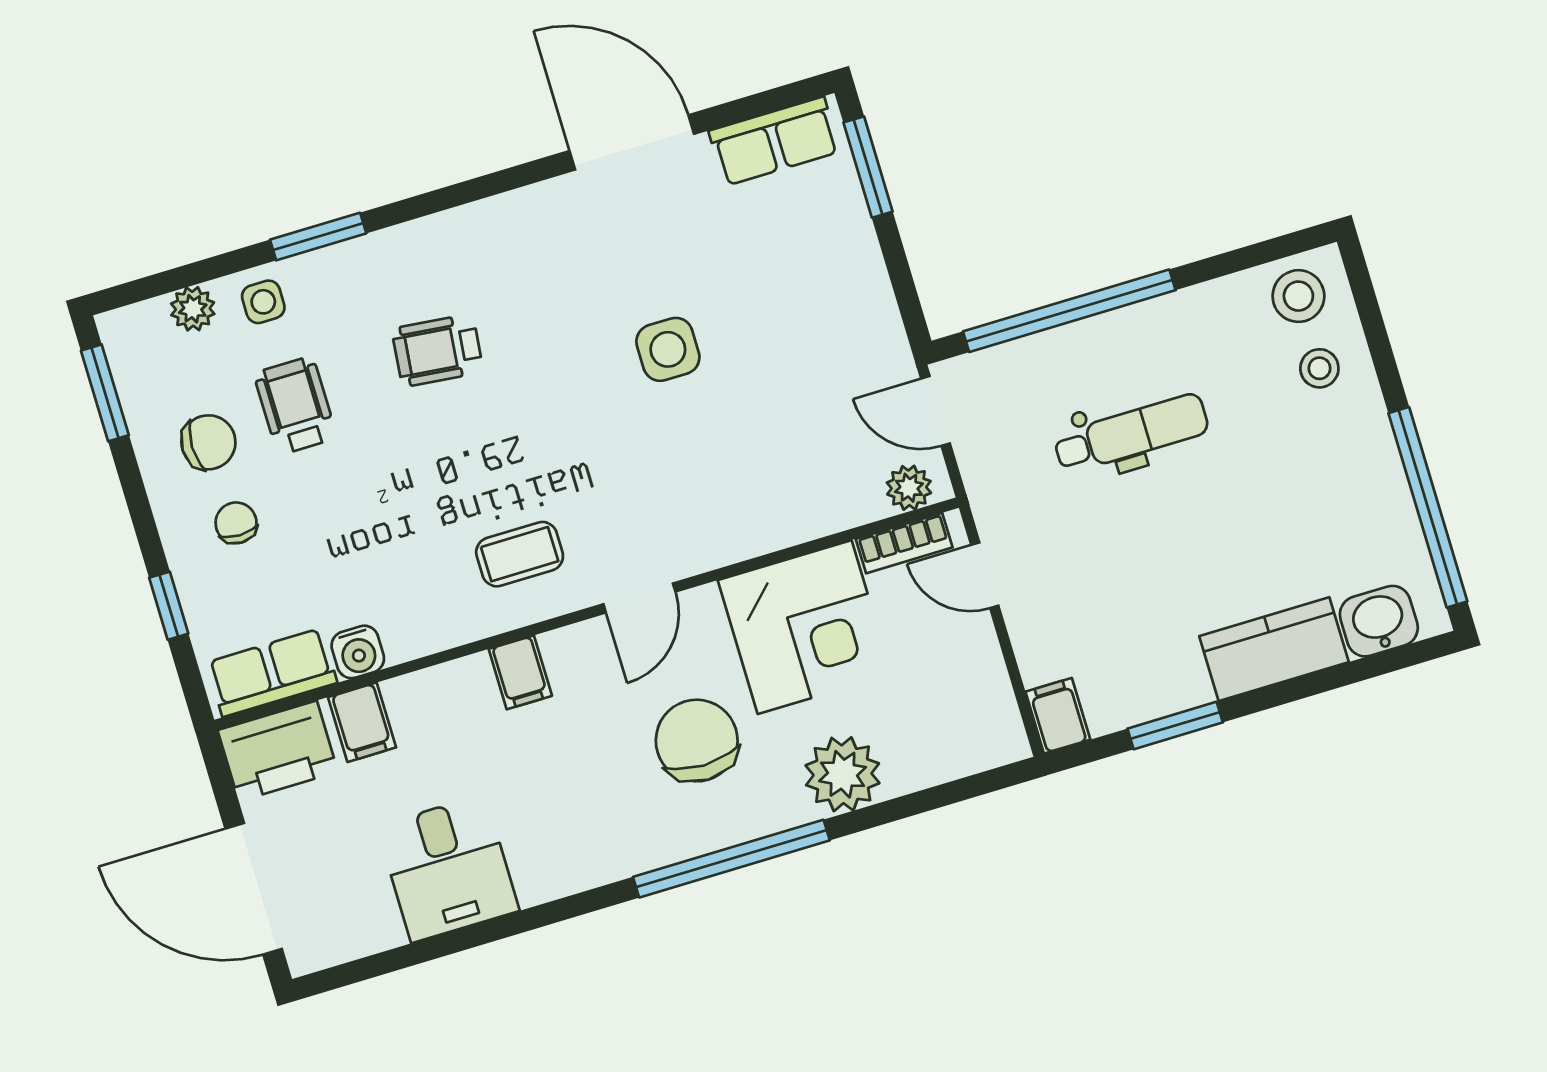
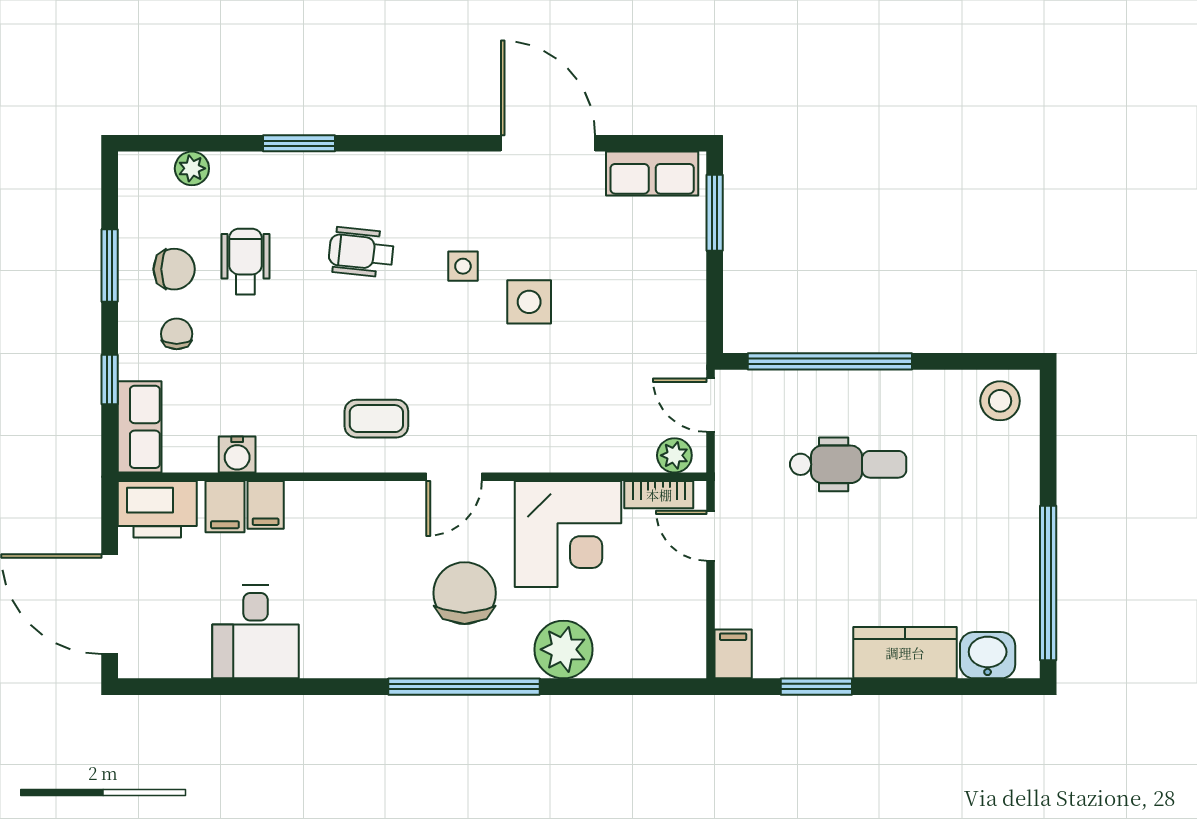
side table: (263, 302) -> (463, 266), moved
stool: (1319, 368) -> (1000, 458), removed
window: (105, 393) -> (110, 266), moved
filing cabinet: (520, 672) -> (266, 505), moved
row of seats: (272, 673) -> (140, 427), moved, turned 90

